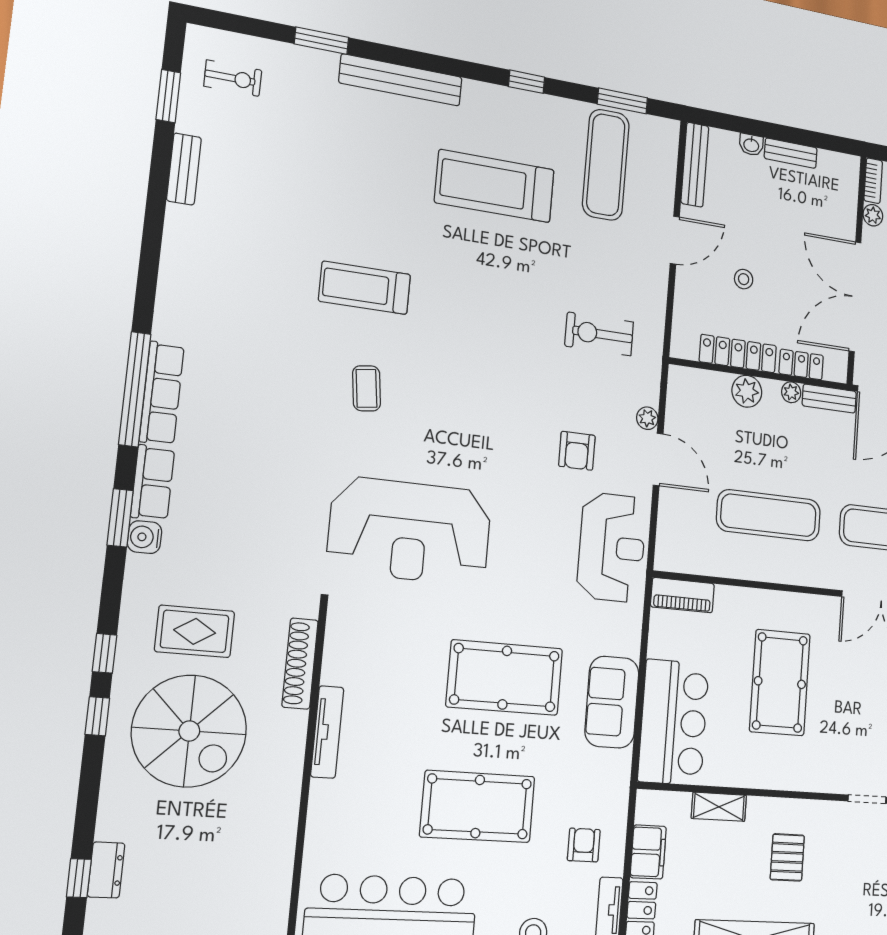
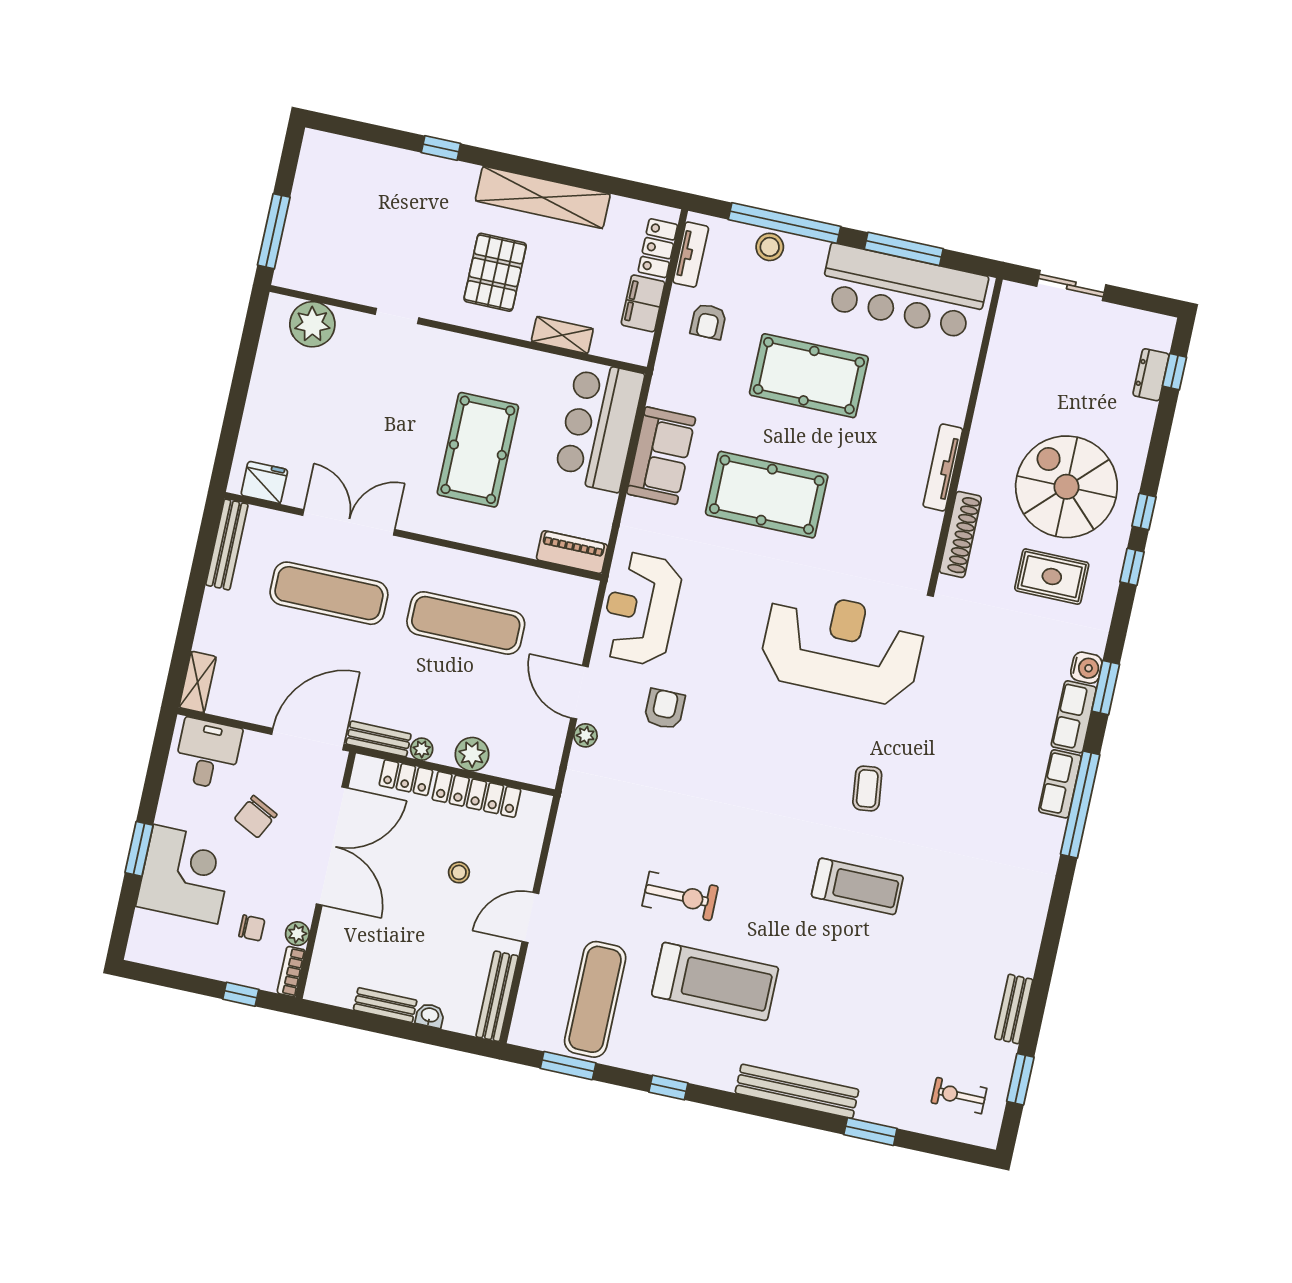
exercise bike: (599, 334) -> (680, 896), moved
row of seats: (162, 393) -> (1060, 784), width x0.68
pallet: (787, 857) -> (495, 272), width x1.50, depth x1.42

